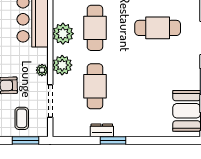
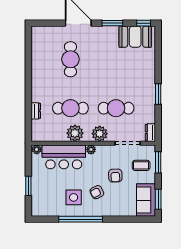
plant: (42, 70) -> (91, 149), moved
dresser: (102, 130) -> (150, 133), moved

